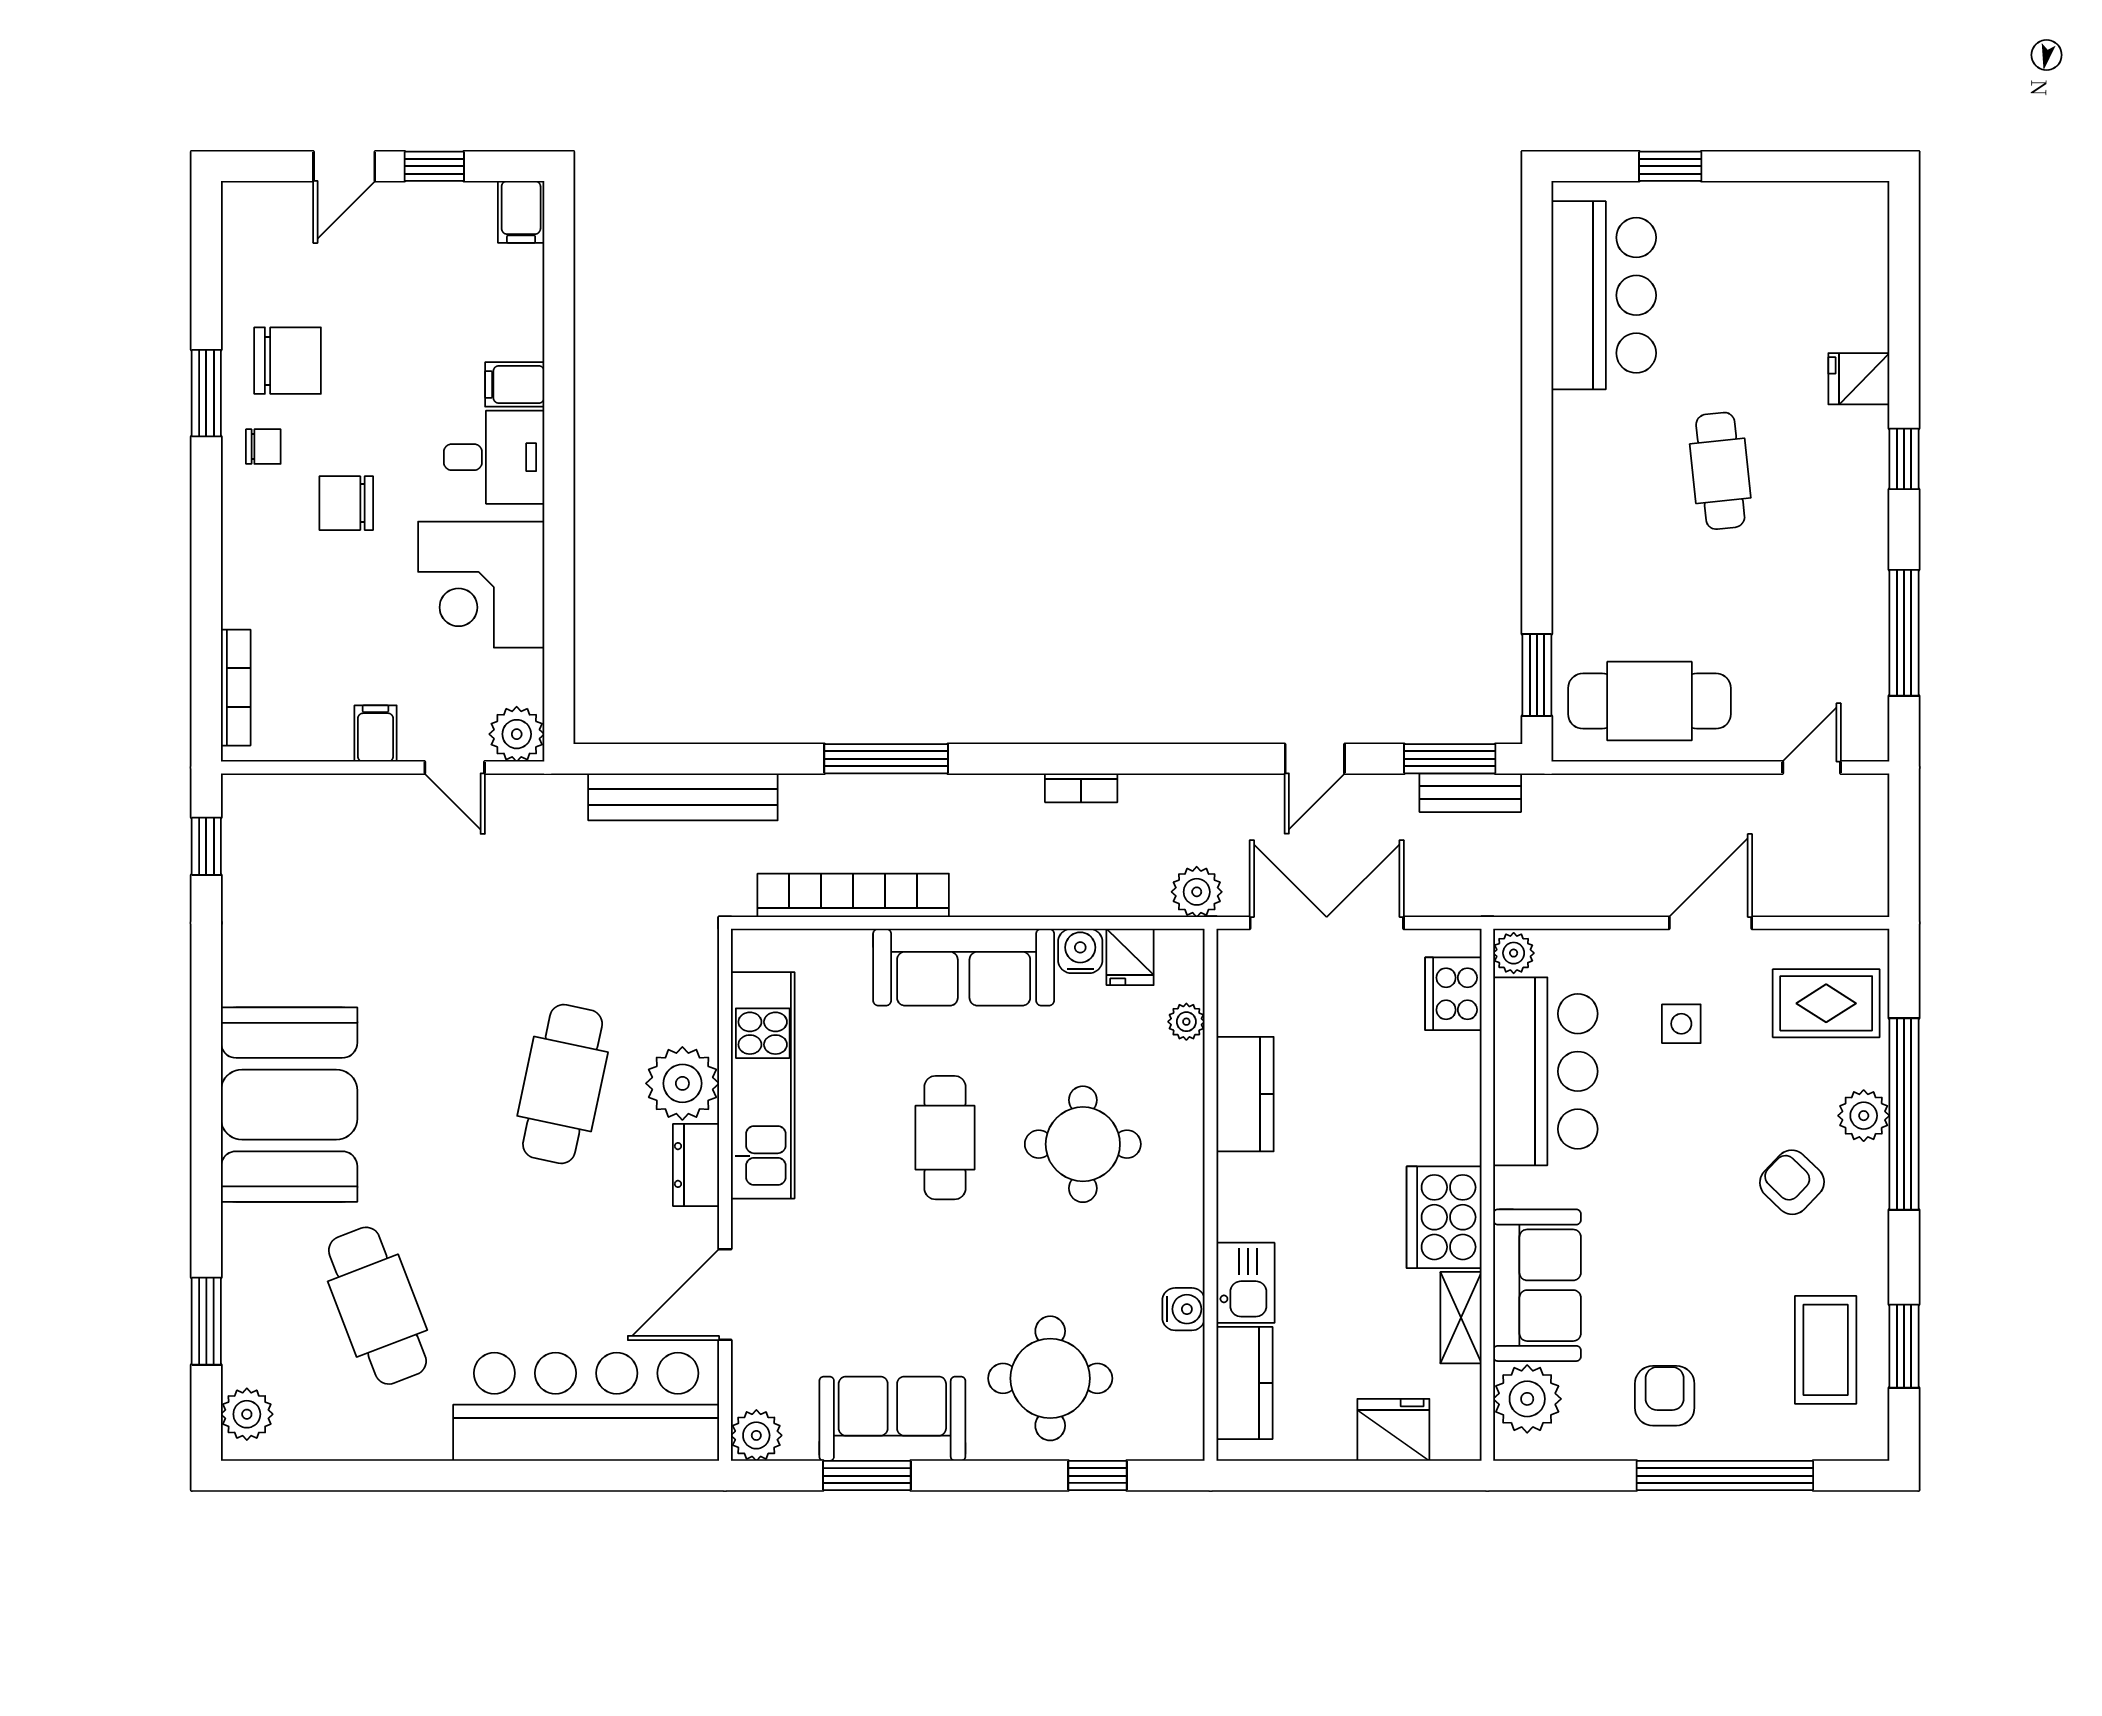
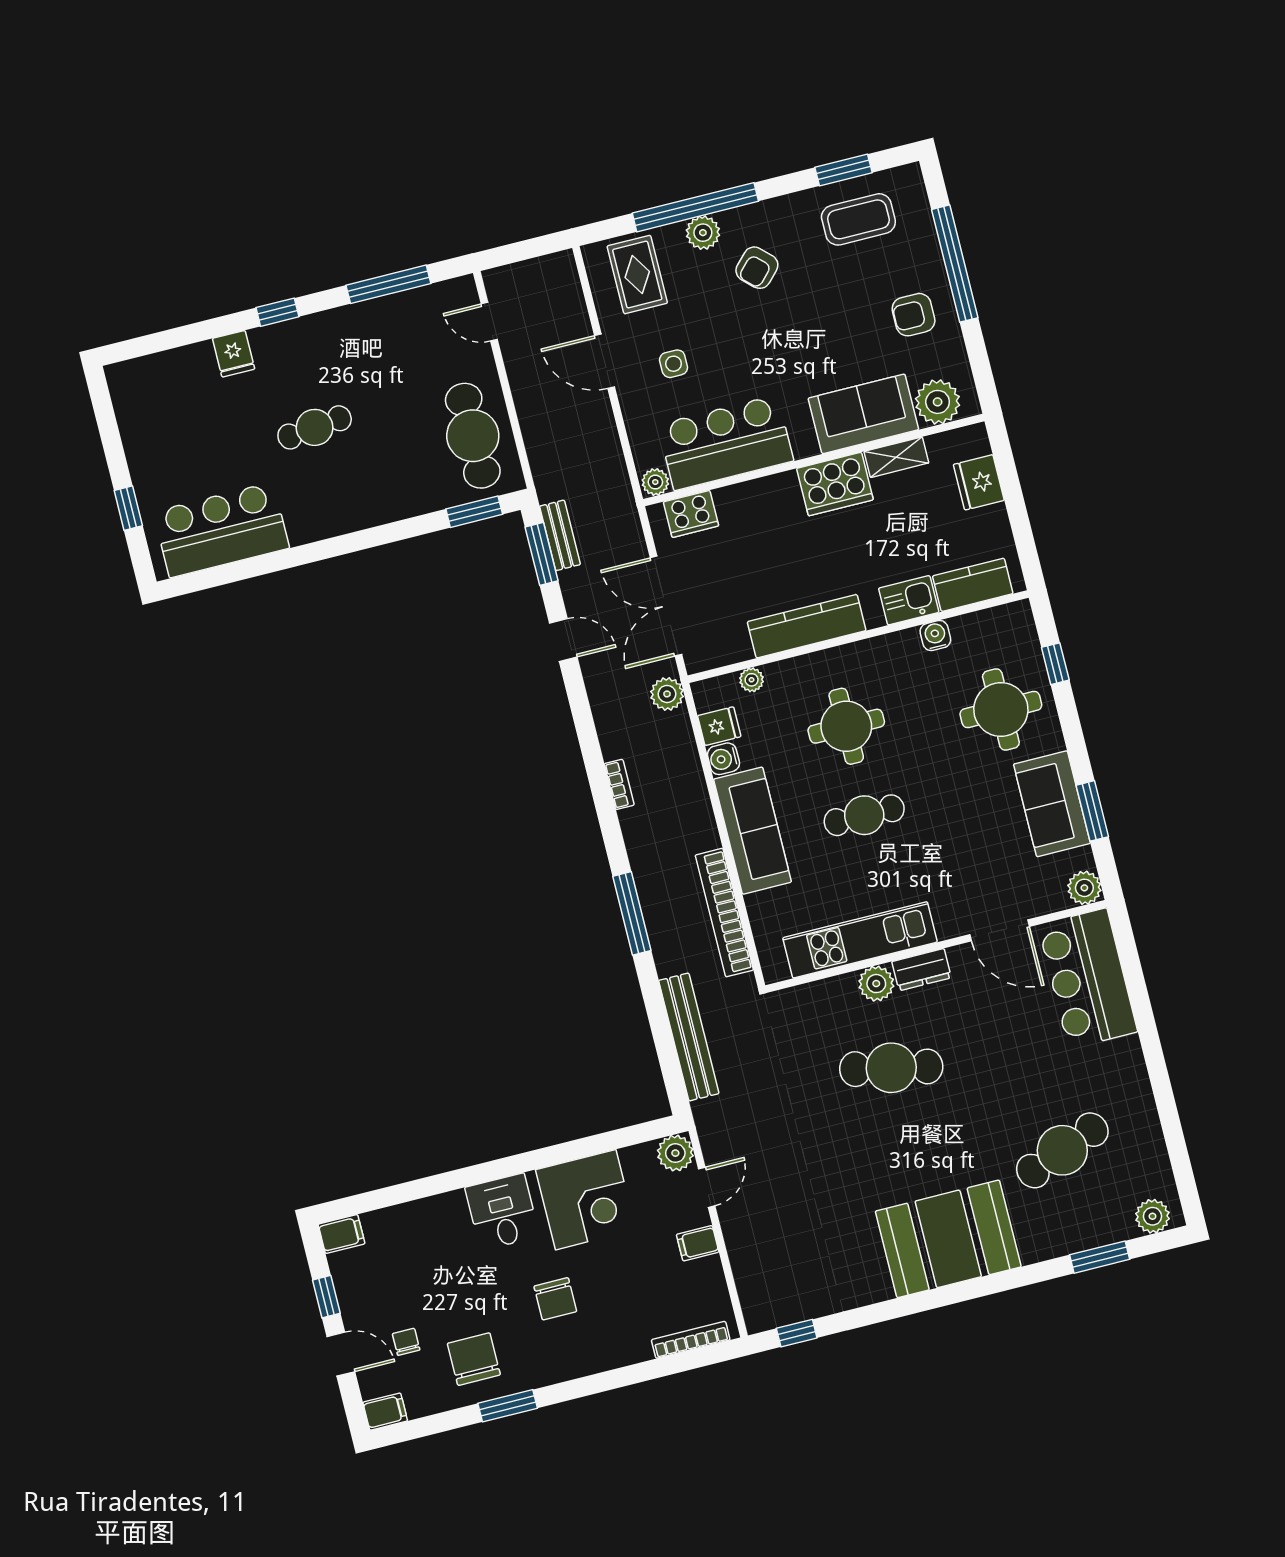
filing cabinet: (515, 384) -> (385, 1412), moved, turned -90
chair: (263, 447) -> (406, 1342), moved
plant: (682, 1083) -> (876, 984), width x0.73, depth x0.73
kitchen counter: (1245, 1094) -> (807, 626), width x1.50
bar counter: (586, 1407) -> (1088, 978), width x0.73

